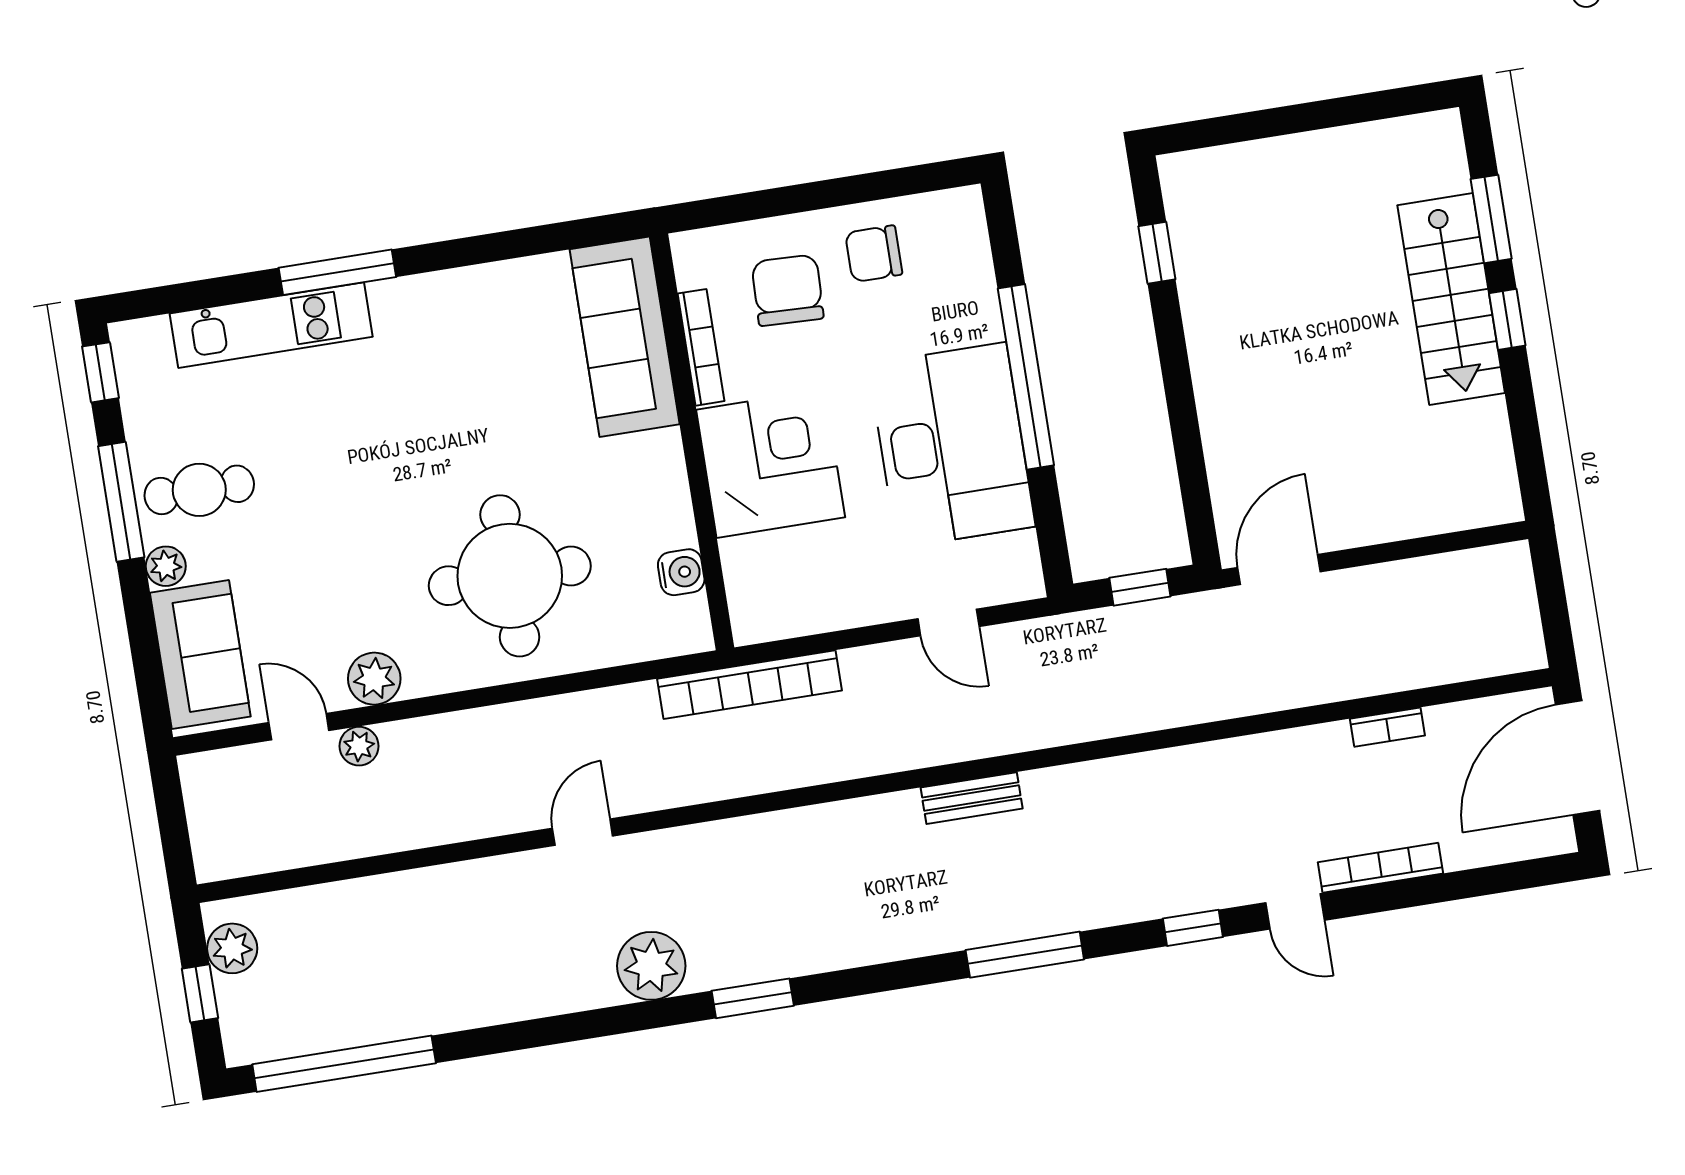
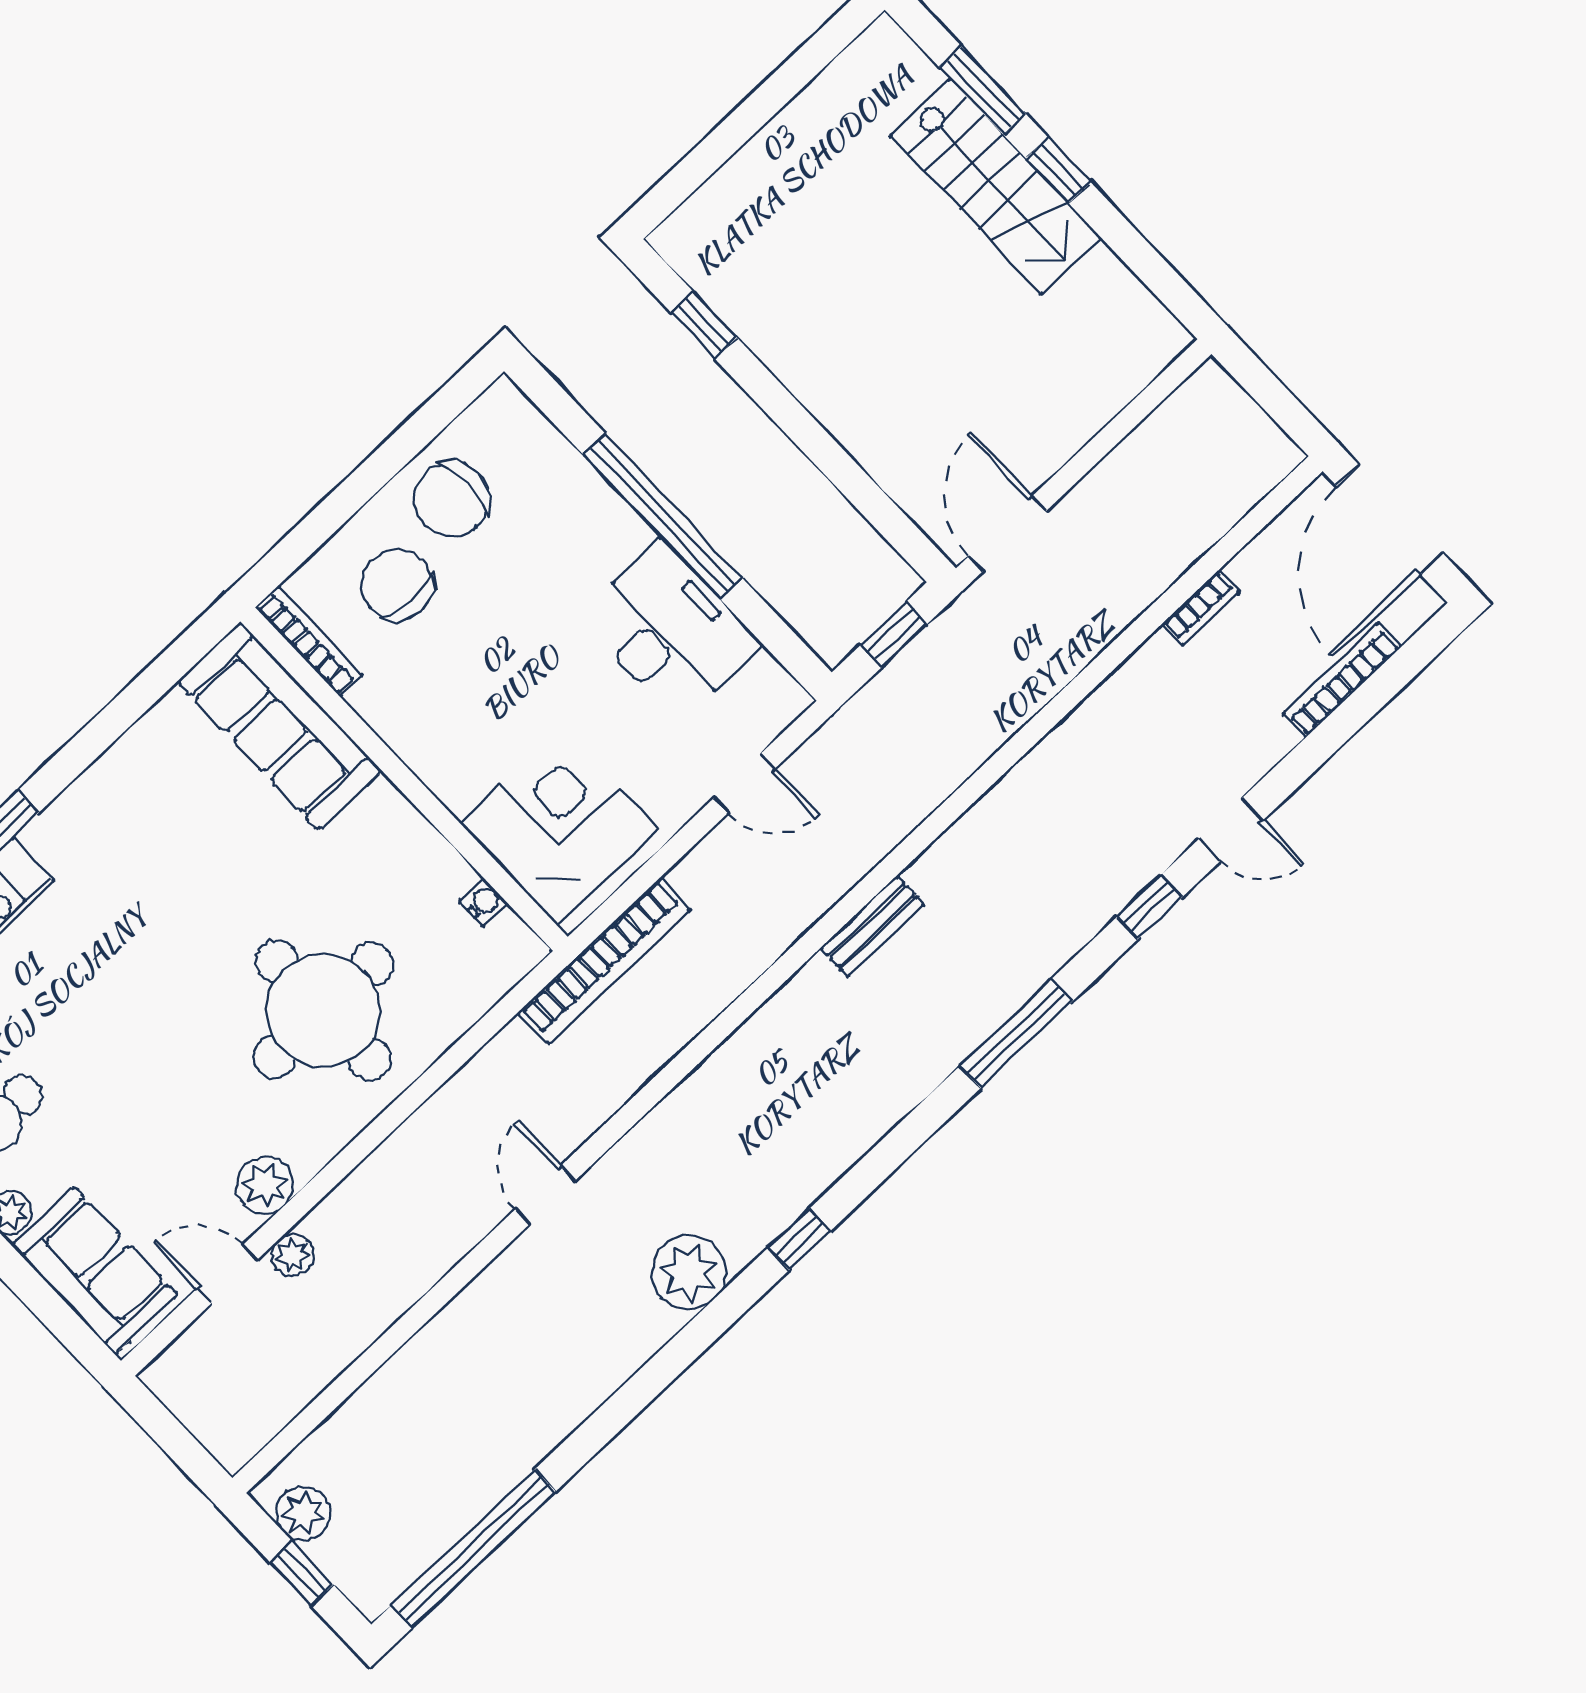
chair: (874, 254) -> (451, 499), width x1.37, depth x1.37
bookcase: (701, 347) -> (309, 641), moved
desk: (952, 445) -> (670, 631), width x0.73, depth x0.77
corner desk: (771, 463) -> (559, 826), moved
water cooler: (681, 572) -> (484, 902), width x0.72, depth x0.72
bookcase: (1380, 868) -> (1342, 680), moved
window: (753, 998) -> (799, 1239), width x0.67

